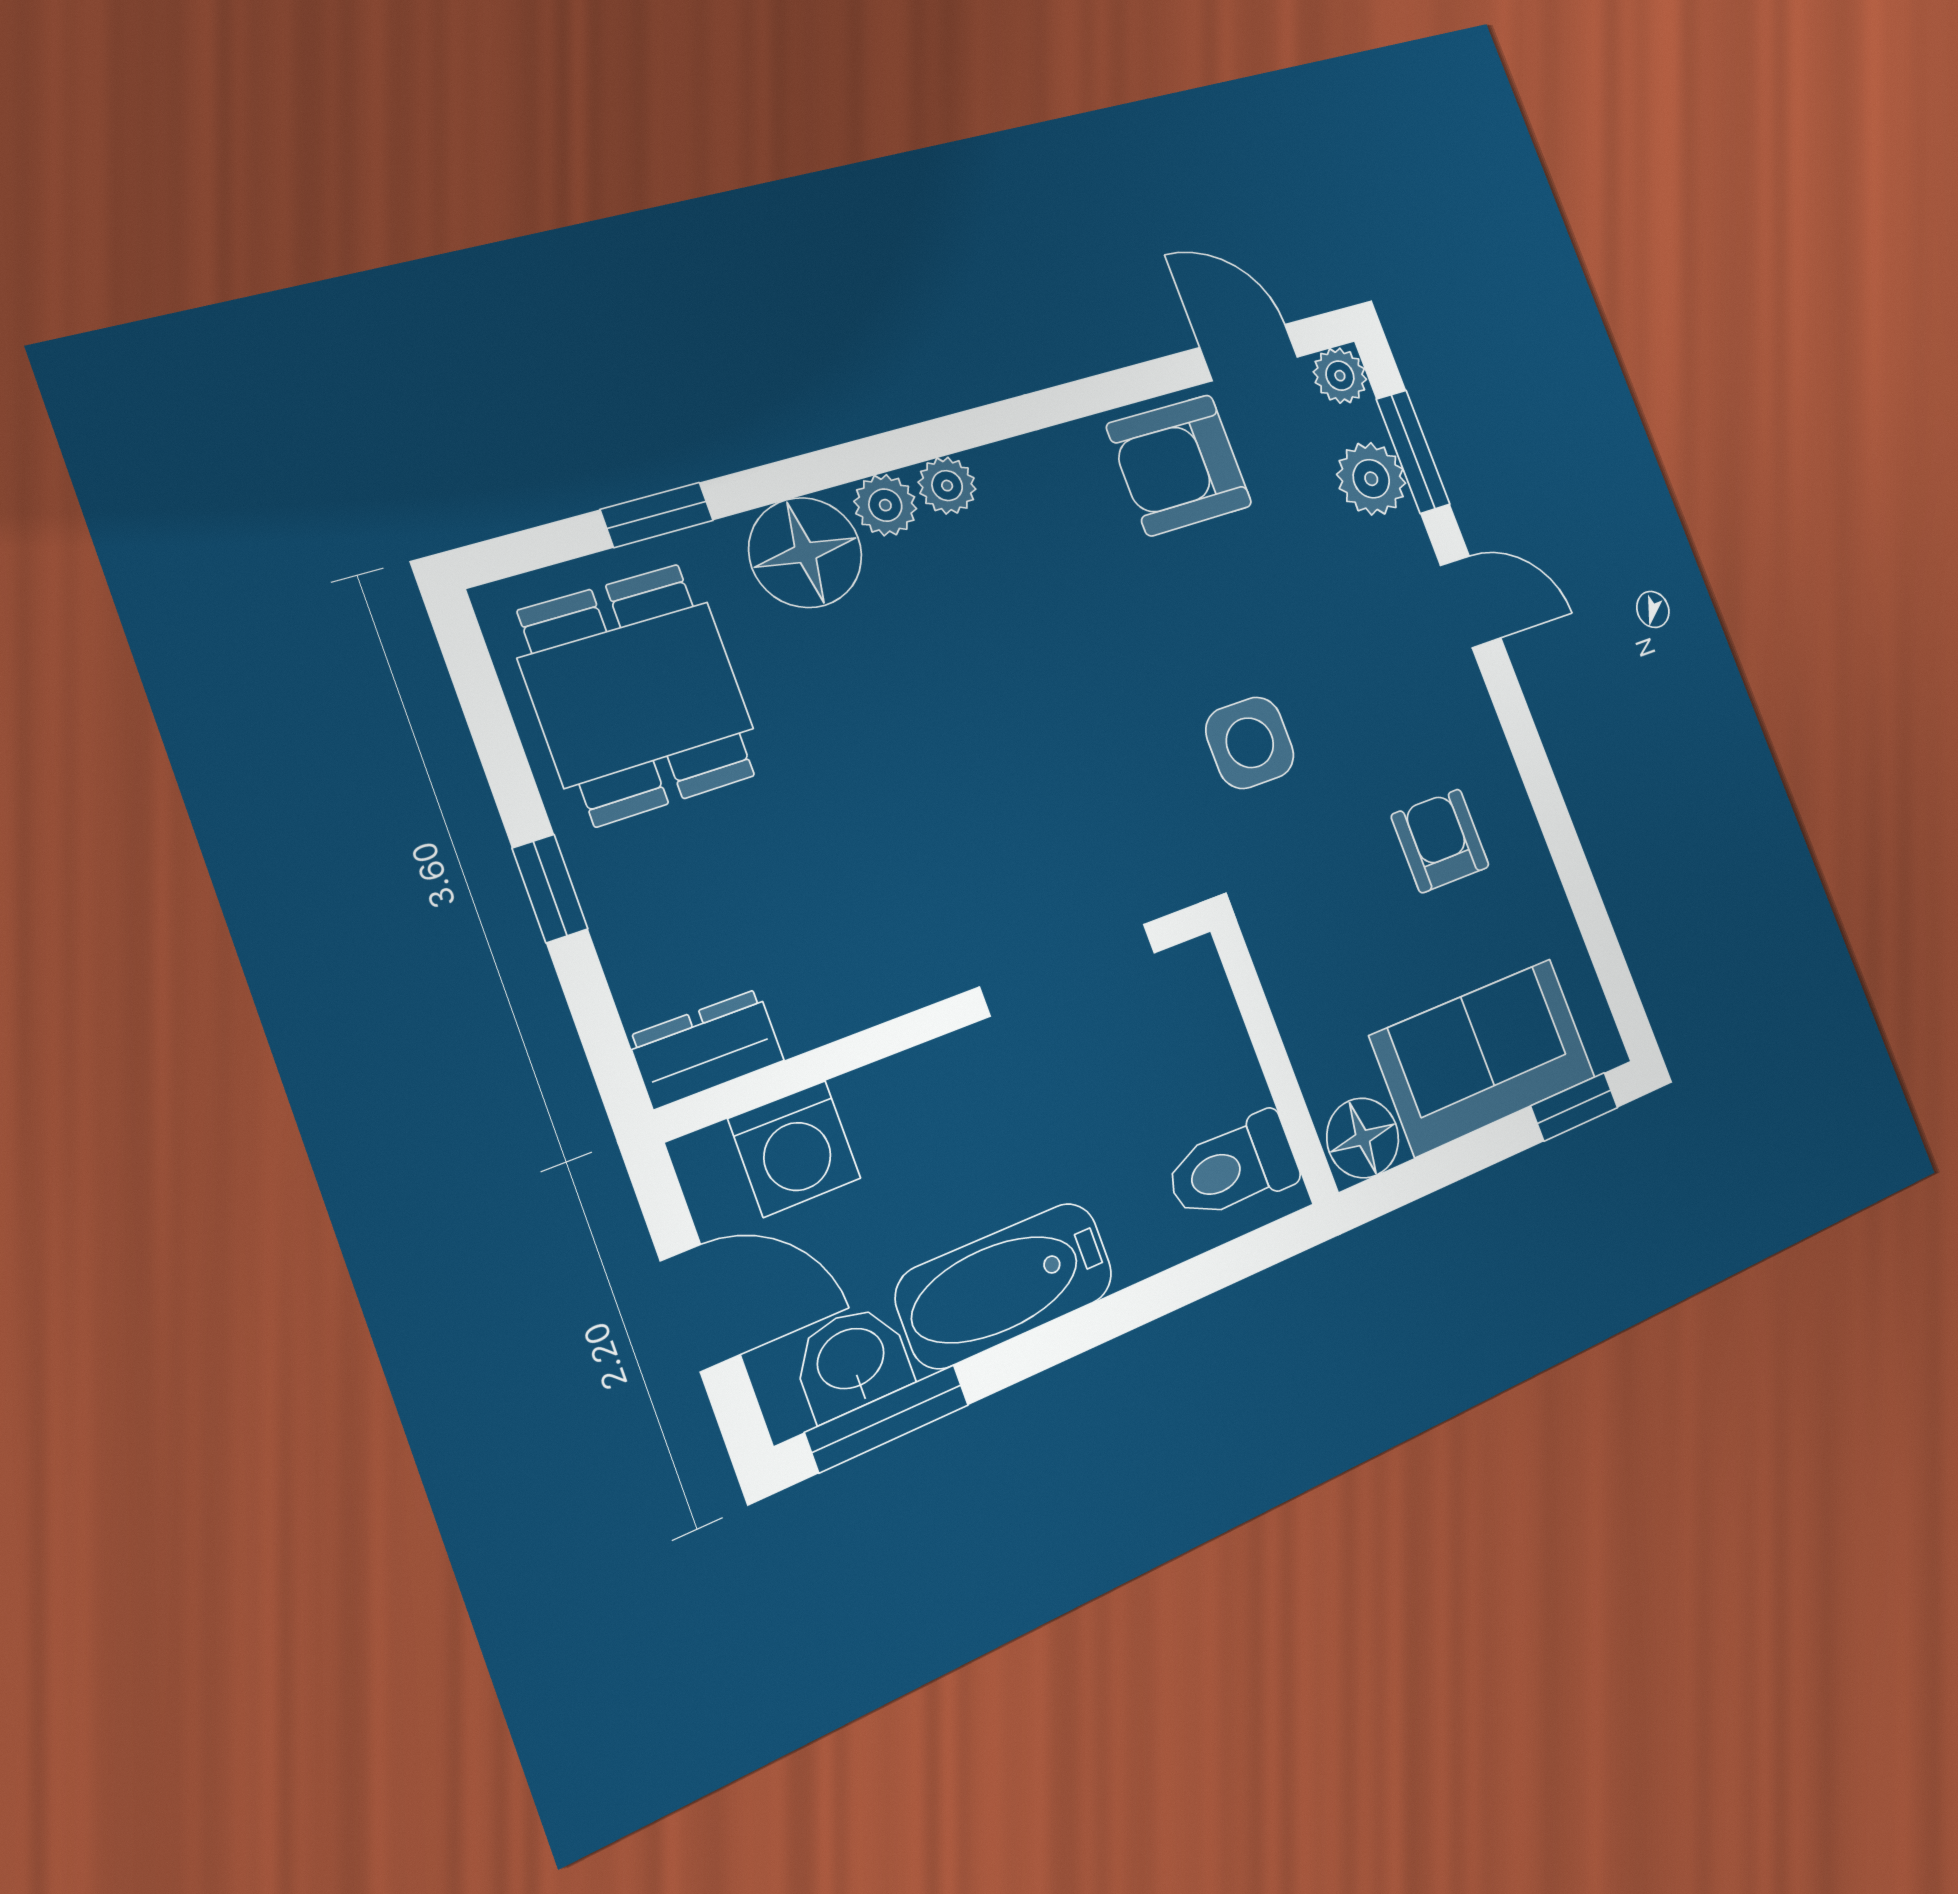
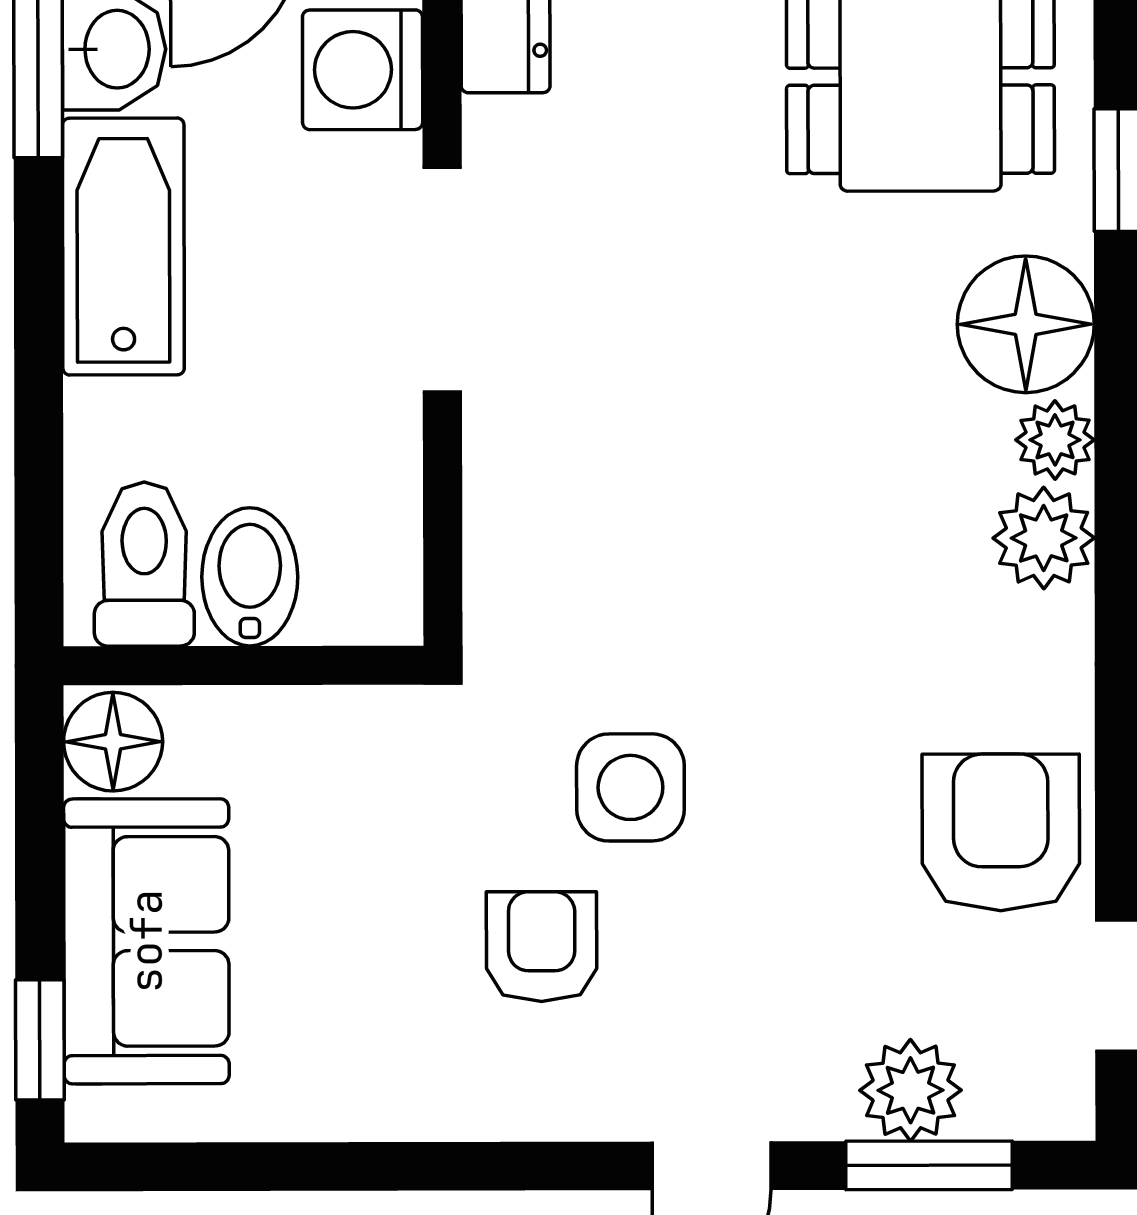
plant: (1340, 376) -> (1056, 1102), removed
plant: (947, 486) -> (1044, 538), width x1.38, depth x1.38
armchair: (1440, 841) -> (542, 947), moved, turned -90
doorway: (1068, 970) -> (442, 280), moved
bidet: (1211, 1083) -> (250, 577), added

